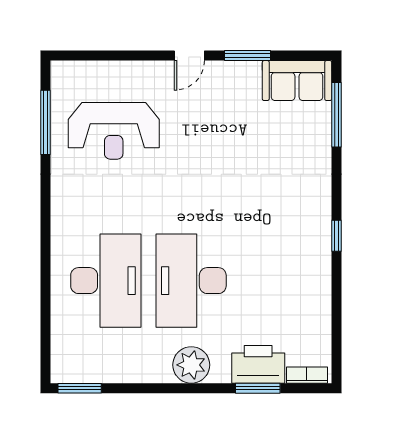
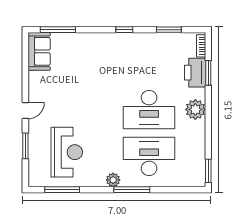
door: (189, 56) -> (25, 111), hinge flipped
window: (248, 56) -> (25, 146), moved
plant: (63, 215) -> (113, 180), added
window: (46, 249) -> (132, 190), added
window: (337, 317) -> (169, 30), added

